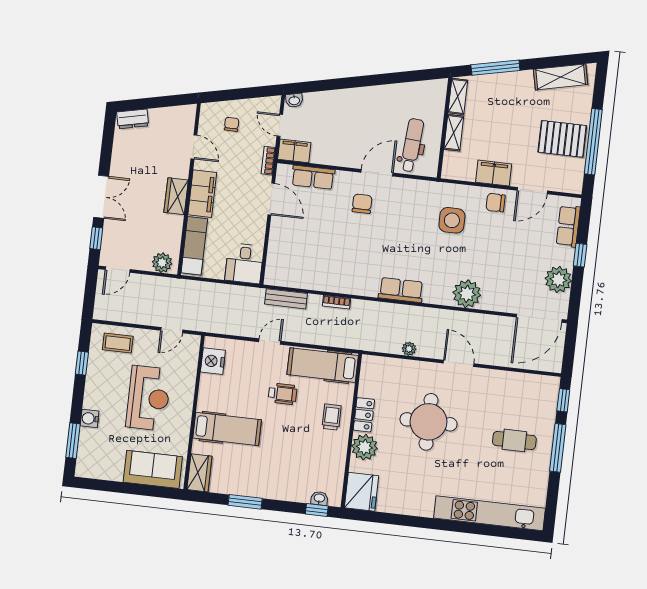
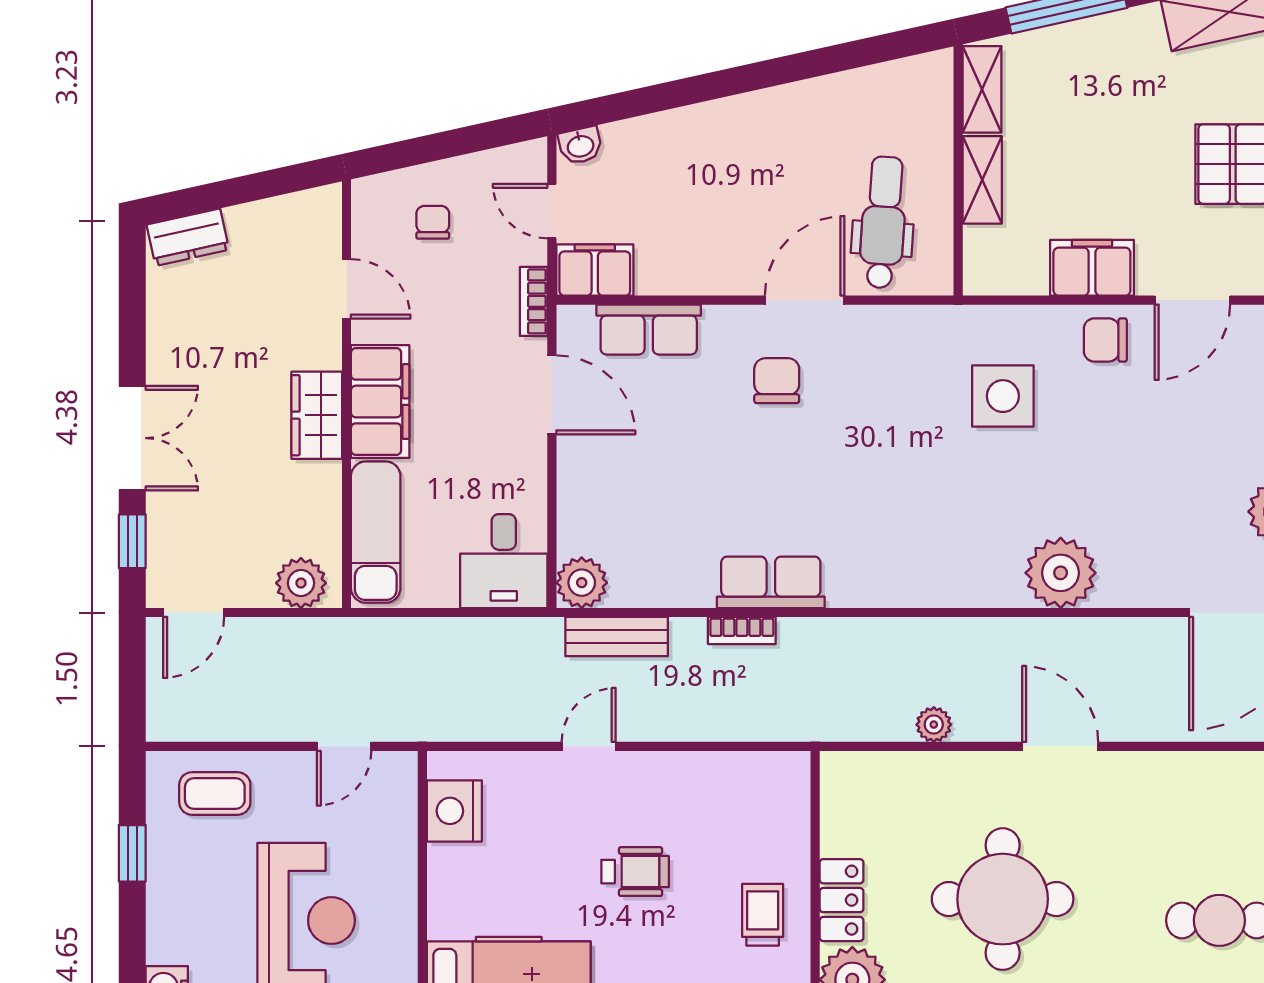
plant: (275, 276) -> (582, 583), added
row of seats: (401, 290) -> (771, 582), moved
hospital bed: (323, 365) -> (726, 789), removed

